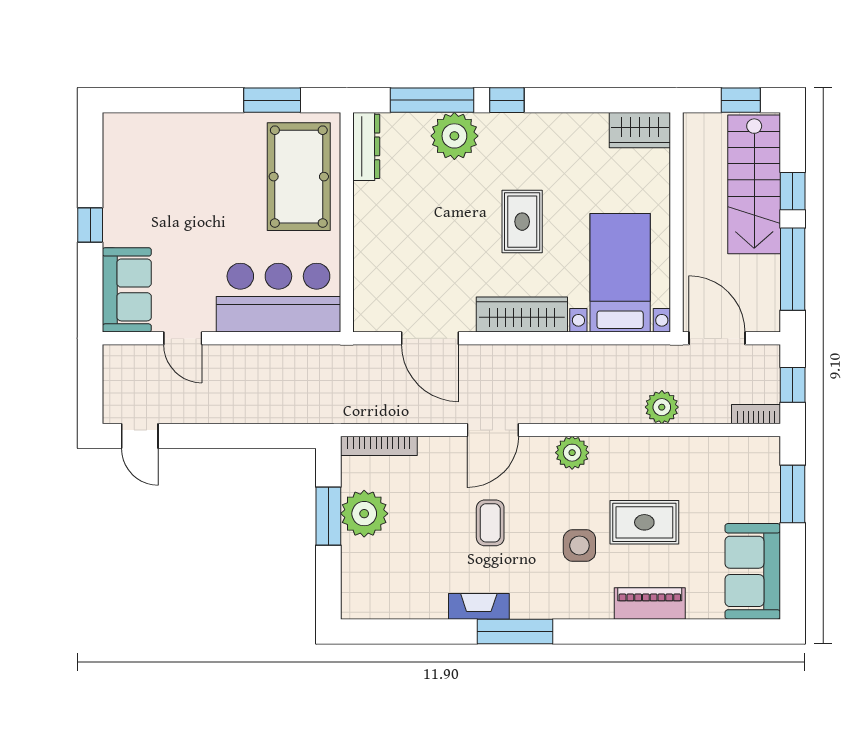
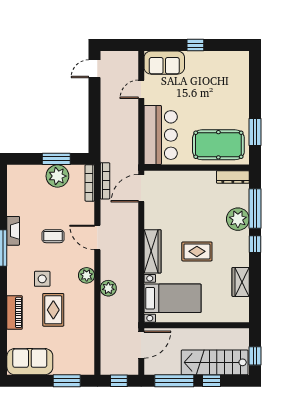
wardrobe: (640, 130) -> (241, 282), moved
door: (430, 338) -> (141, 188), moved
plant: (662, 407) -> (108, 288), moved
bookcase: (756, 414) -> (105, 181), moved, width x1.56

